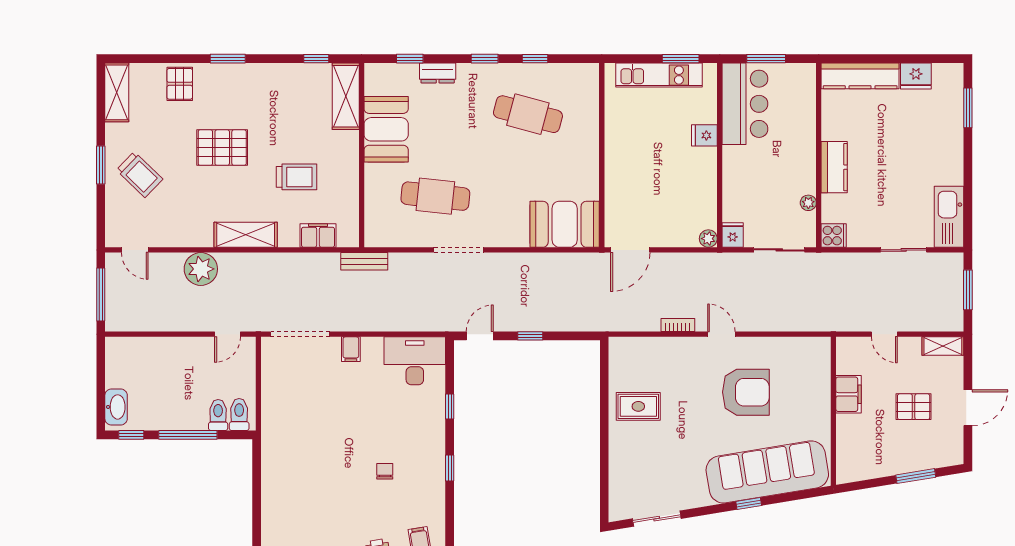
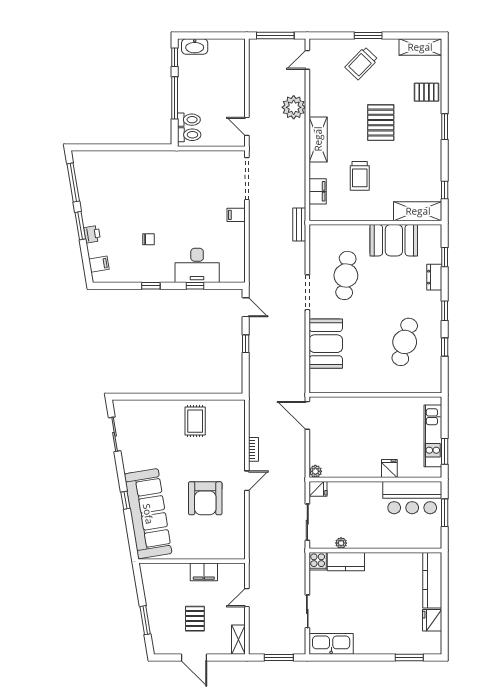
kitchen counter: (834, 167) -> (346, 562), moved
booth: (565, 224) -> (326, 344), moved
desk: (415, 361) -> (197, 265), moved, turned 90

